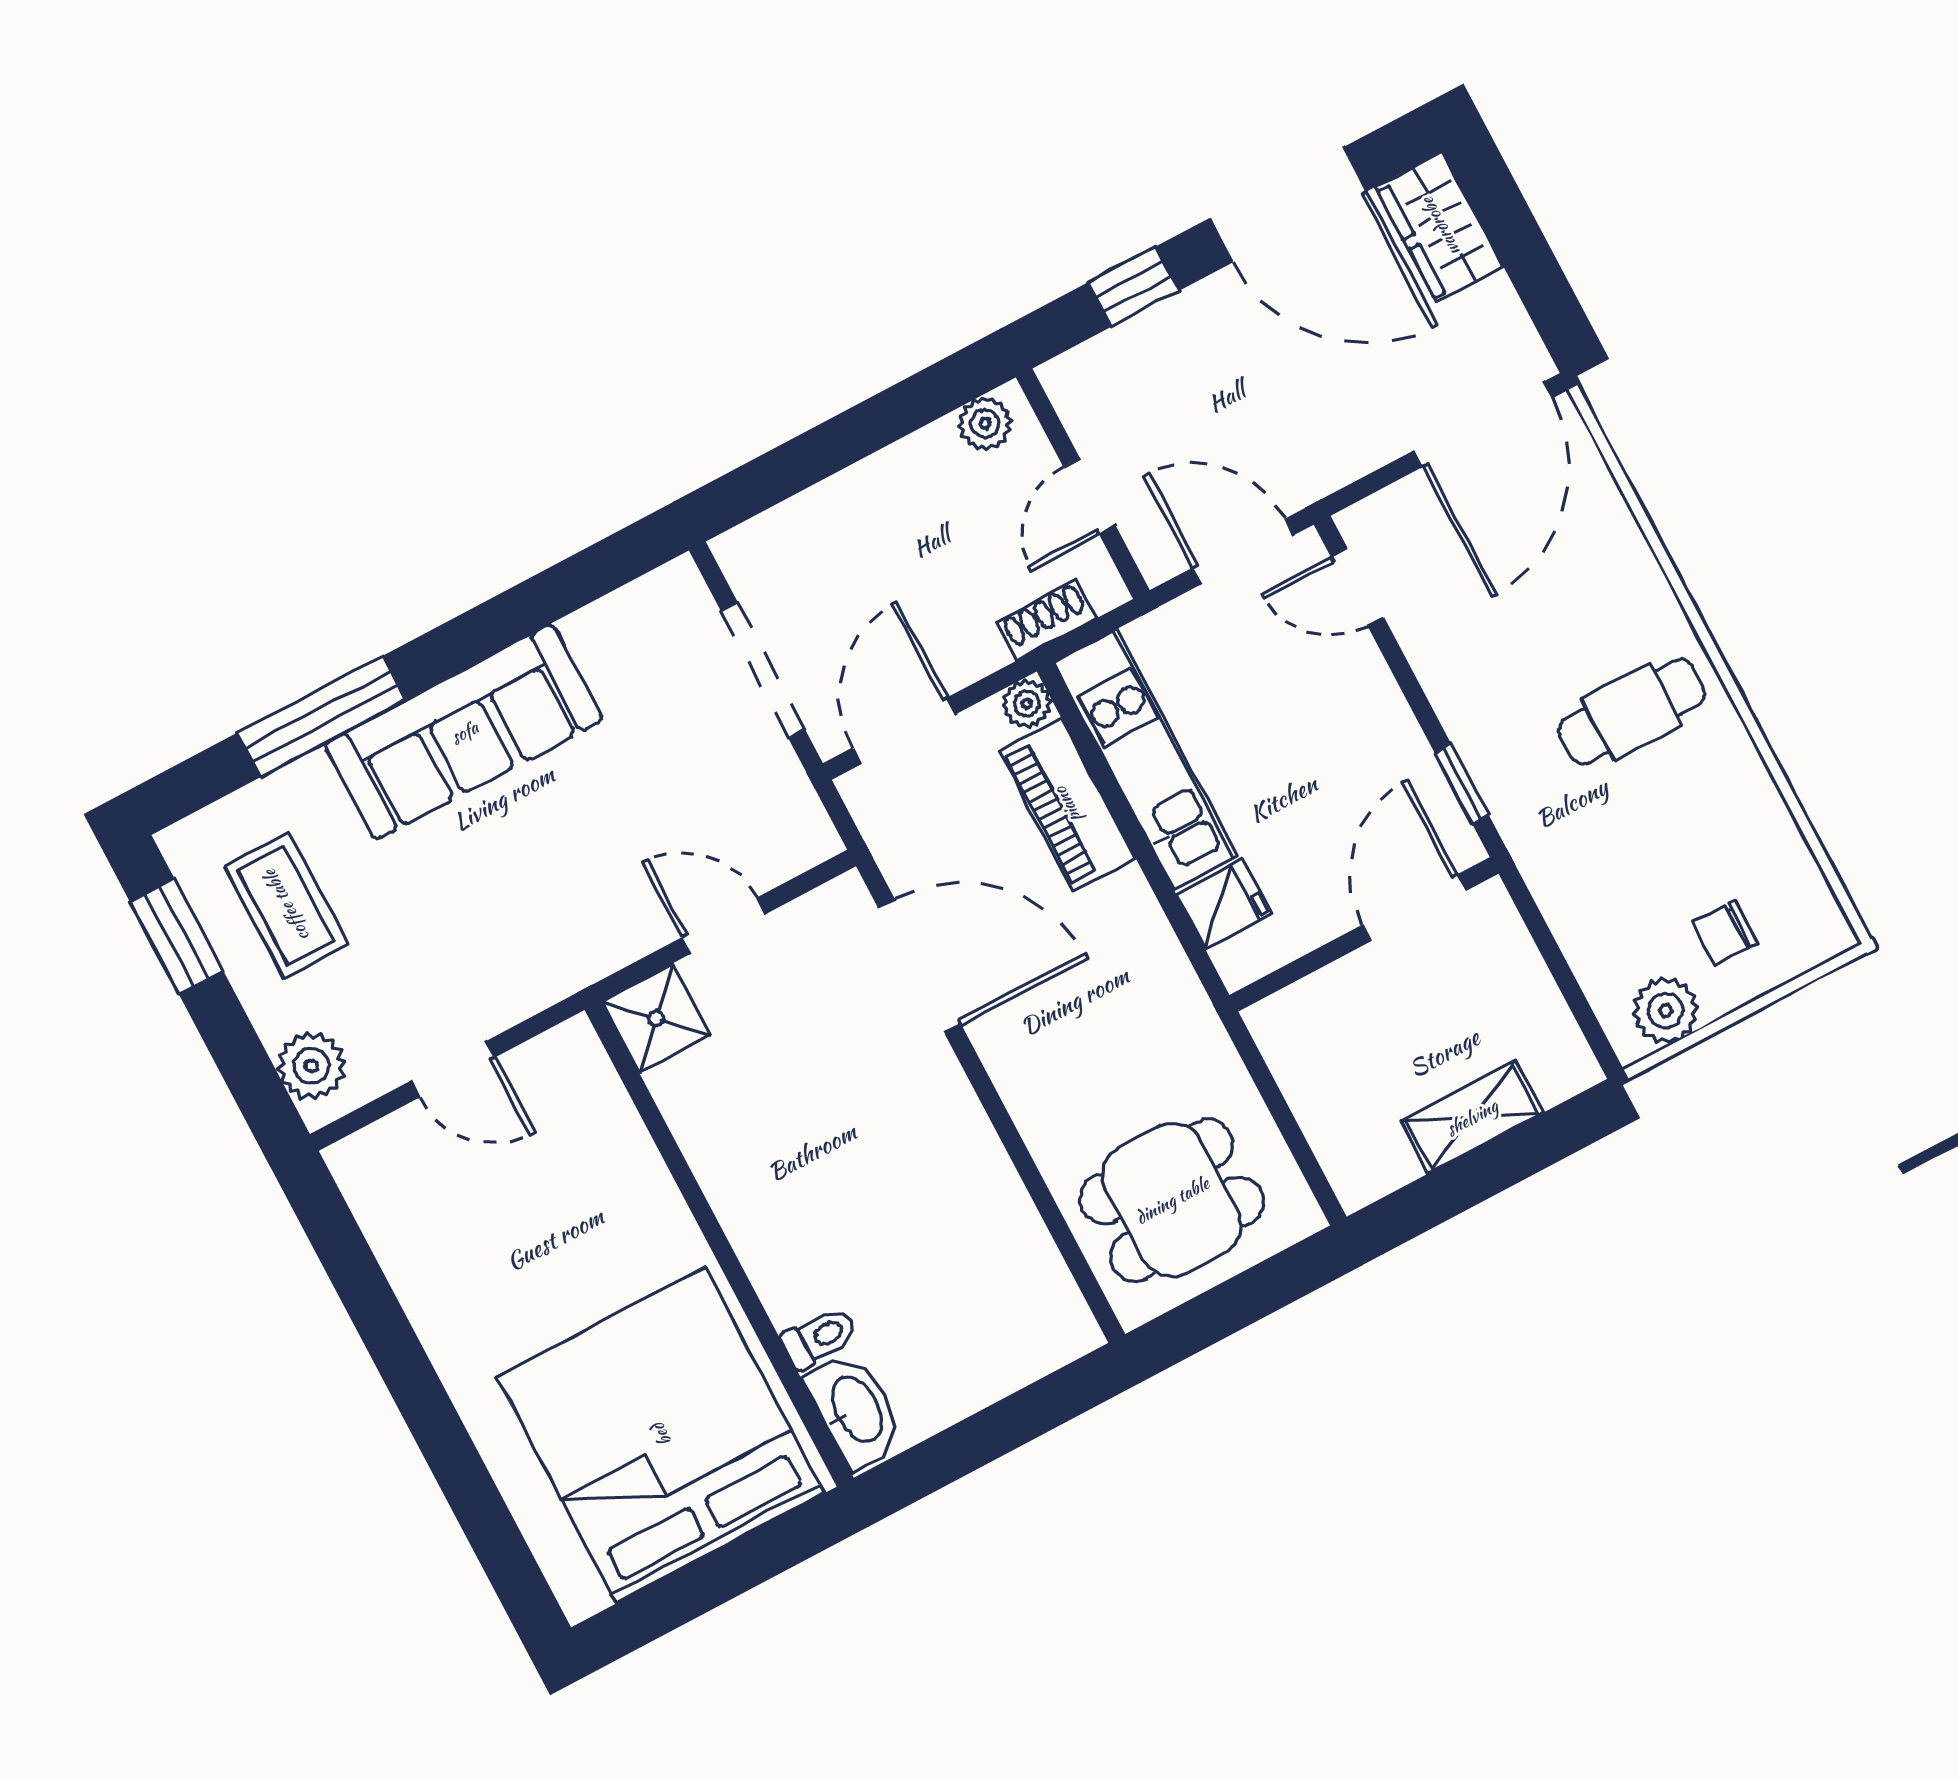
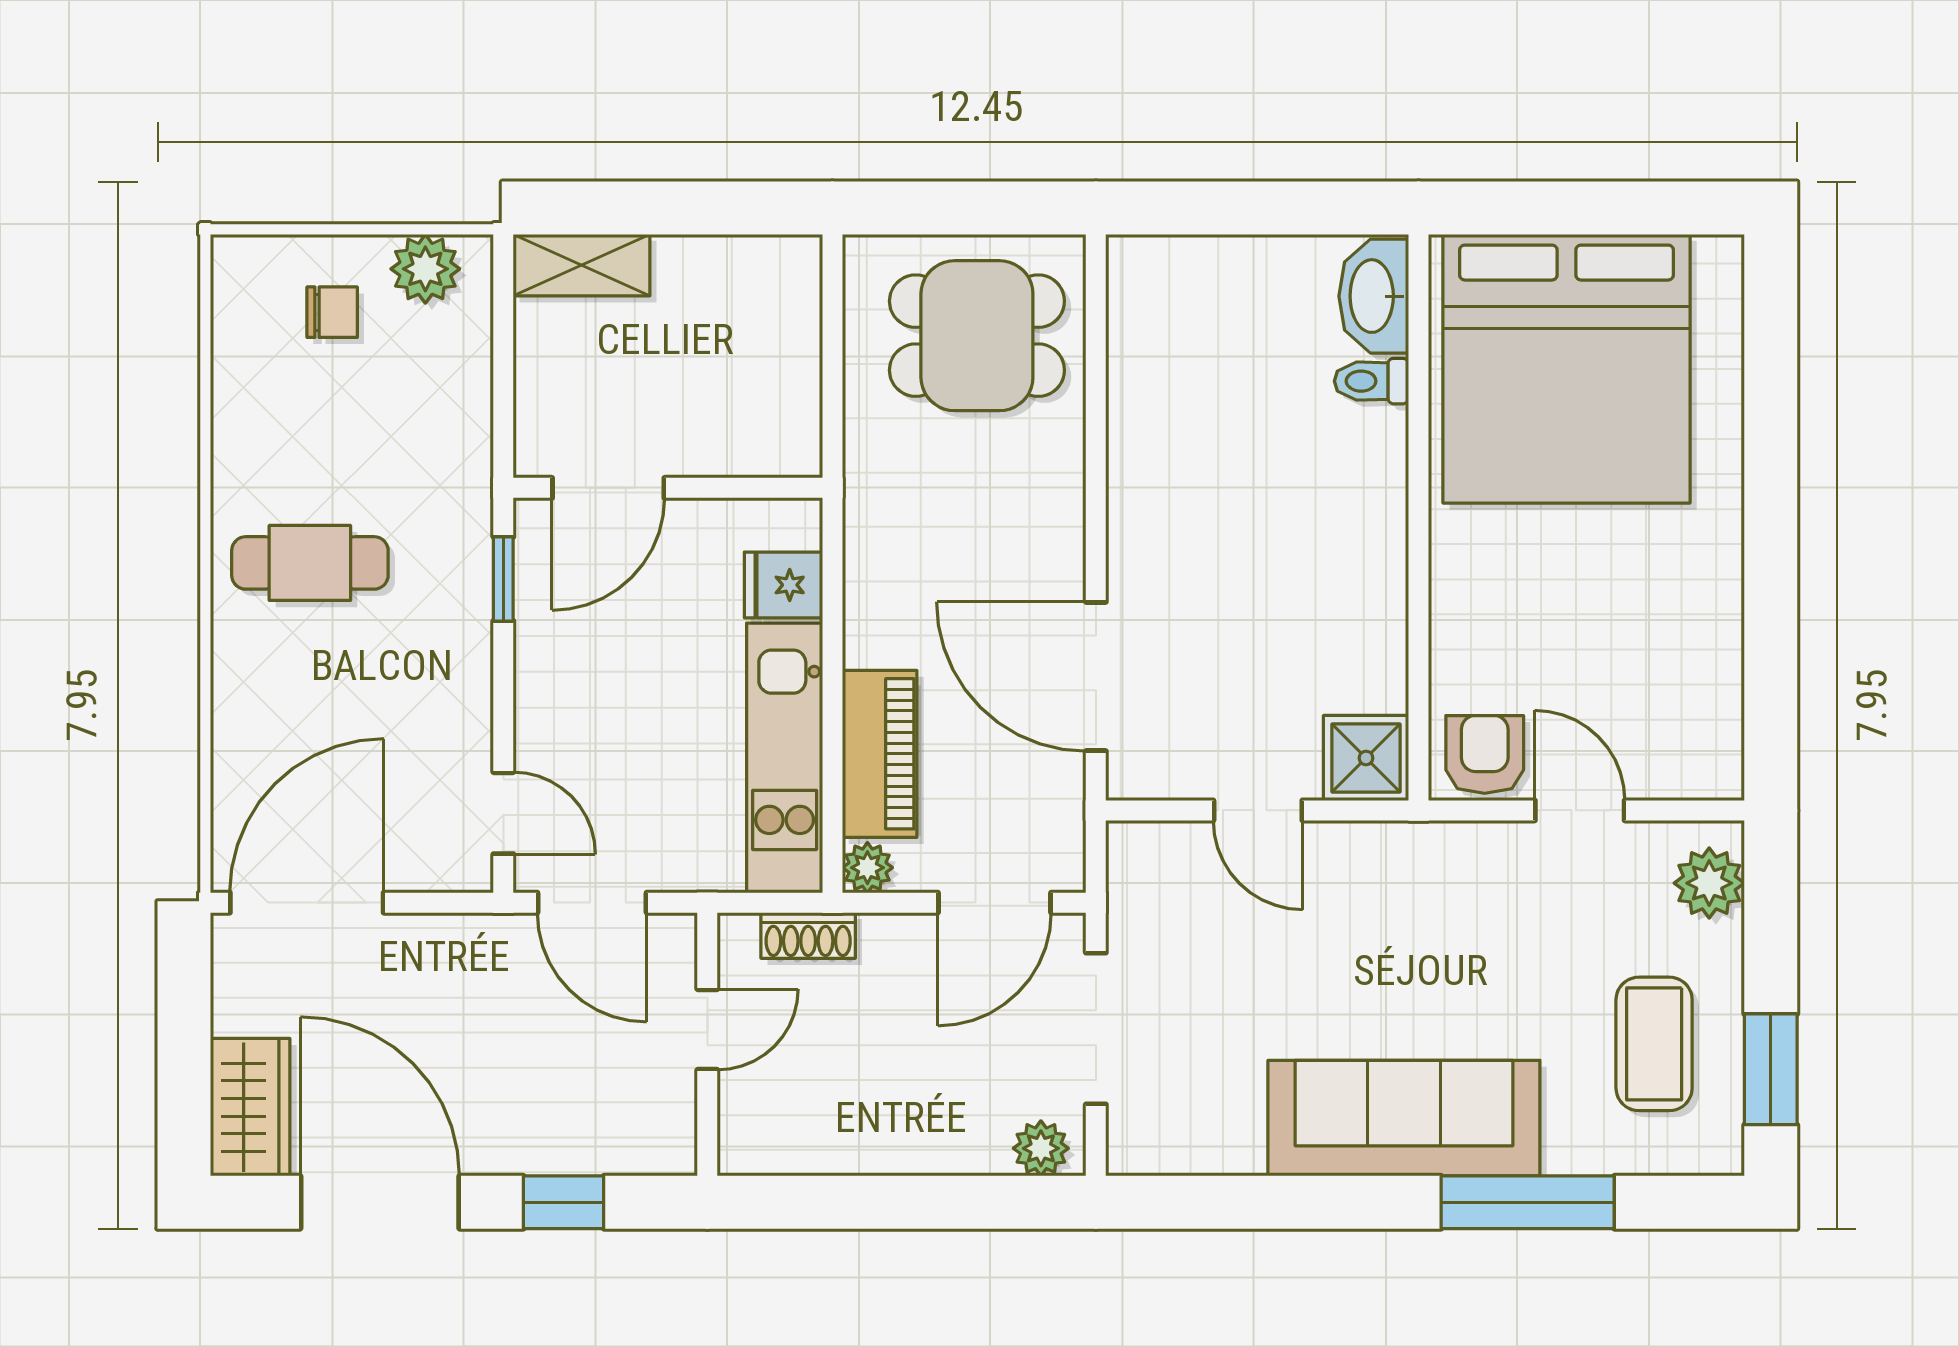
plant: (985, 423) -> (1041, 1148), moved
armchair: (558, 1074) -> (1485, 754), added
shelving: (1472, 1117) -> (582, 265), moved

